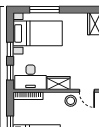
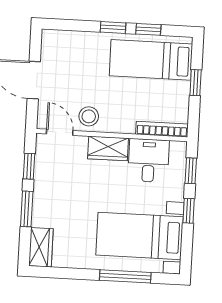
desk: (31, 77) -> (149, 160), width x0.73

